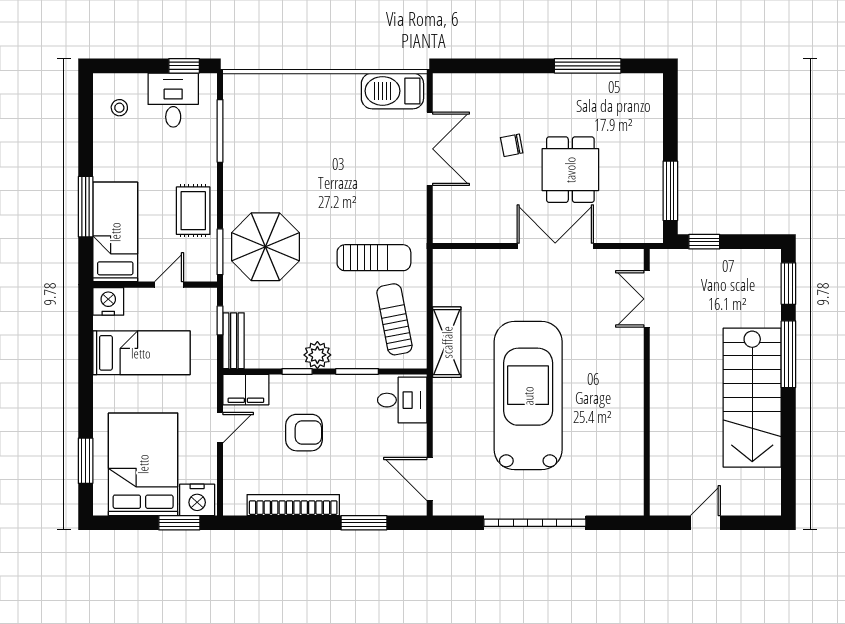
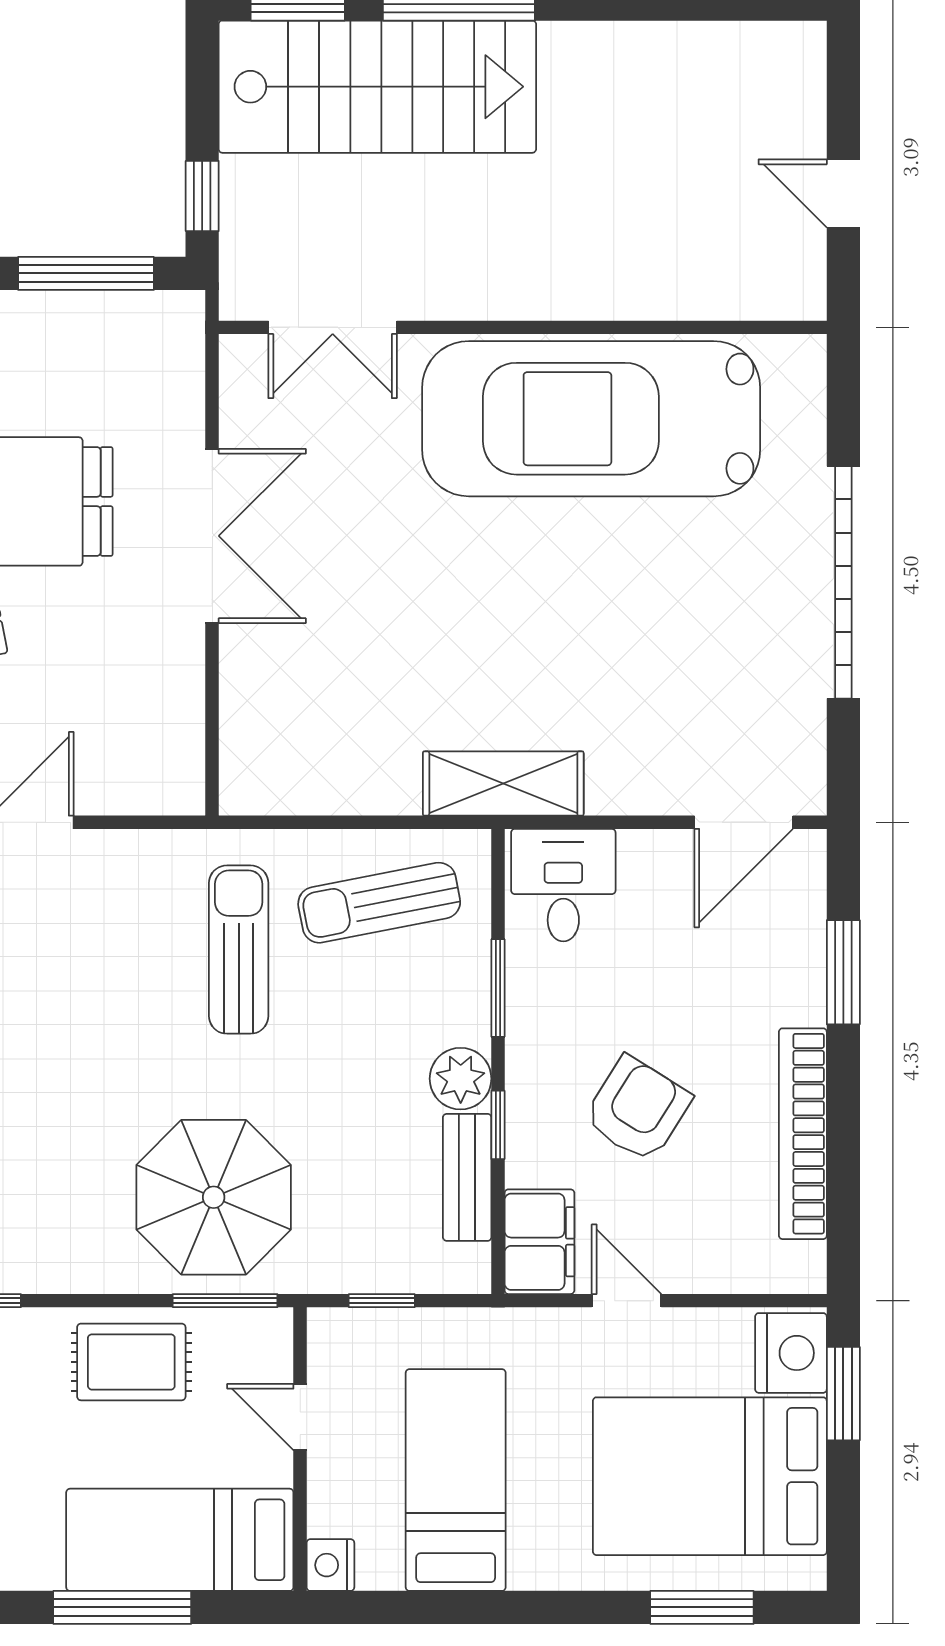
double door: (555, 246) -> (212, 536), swing flipped
nightstand: (108, 301) -> (330, 1565), width x0.74, depth x0.75
bench: (234, 341) -> (467, 1177), moved, turned 90
shelving: (447, 342) -> (503, 783), moved
car: (528, 396) -> (591, 419), moved
stairs: (752, 398) -> (377, 87), moved
armchair: (304, 433) -> (637, 1109), turned 32

